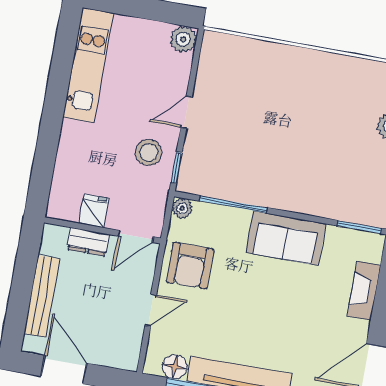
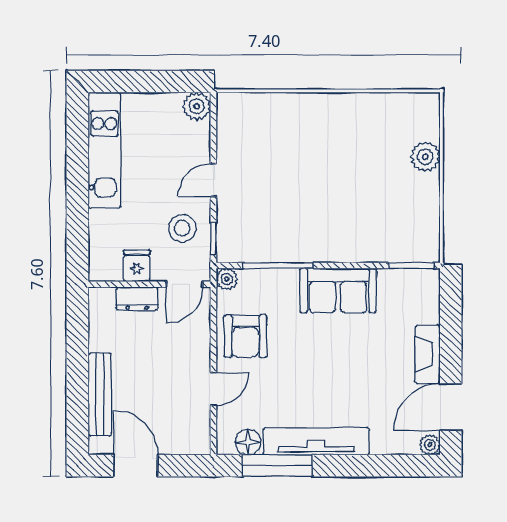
fridge: (94, 211) -> (137, 266), moved
wall: (102, 230) -> (149, 284), moved
door: (136, 236) -> (184, 284), moved
dresser: (88, 242) -> (137, 299), moved
fireplace: (364, 291) -> (428, 354), moved

